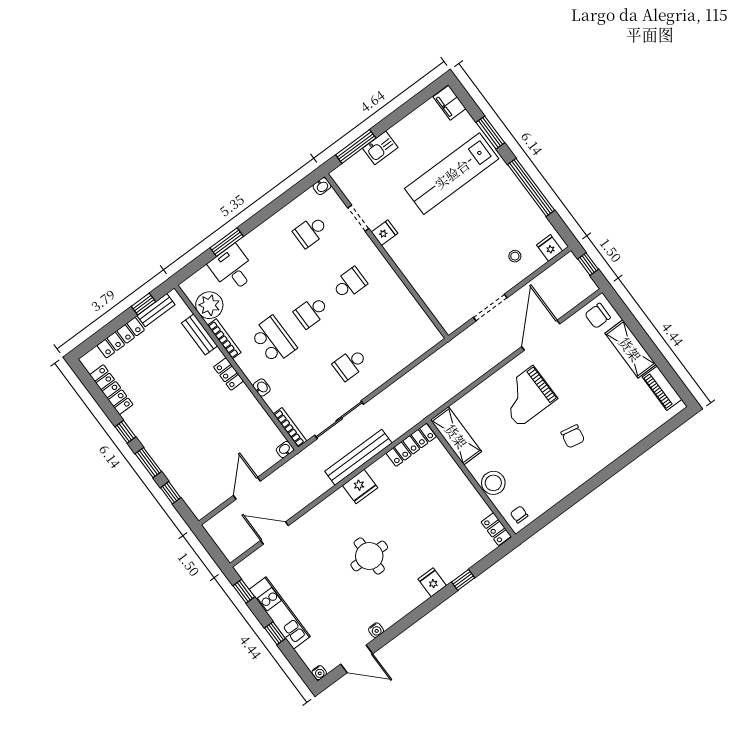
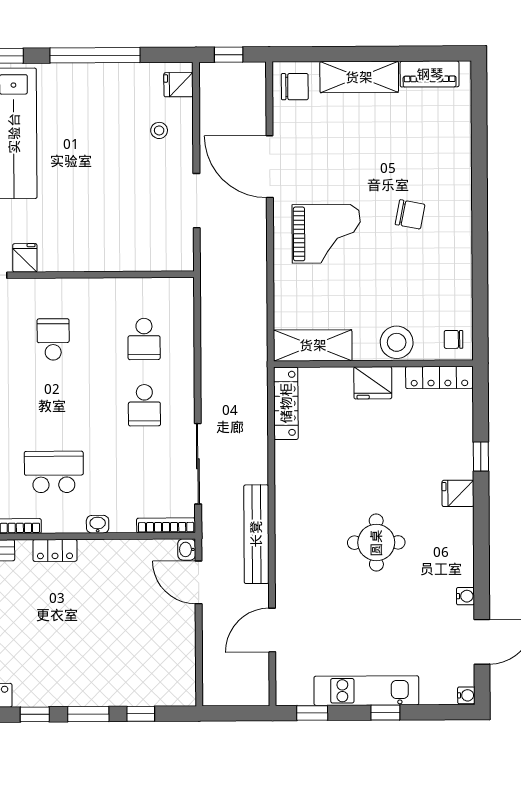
school desk: (311, 312) -> (144, 339), moved
chair: (598, 316) -> (295, 87), turned -90
grand piano: (526, 396) -> (326, 234), turned -90
bench: (358, 457) -> (256, 534), moved
fridge: (360, 487) -> (373, 383), moved, turned 90
door: (247, 488) -> (199, 582), moved
locker: (496, 529) -> (439, 377), width x1.53

